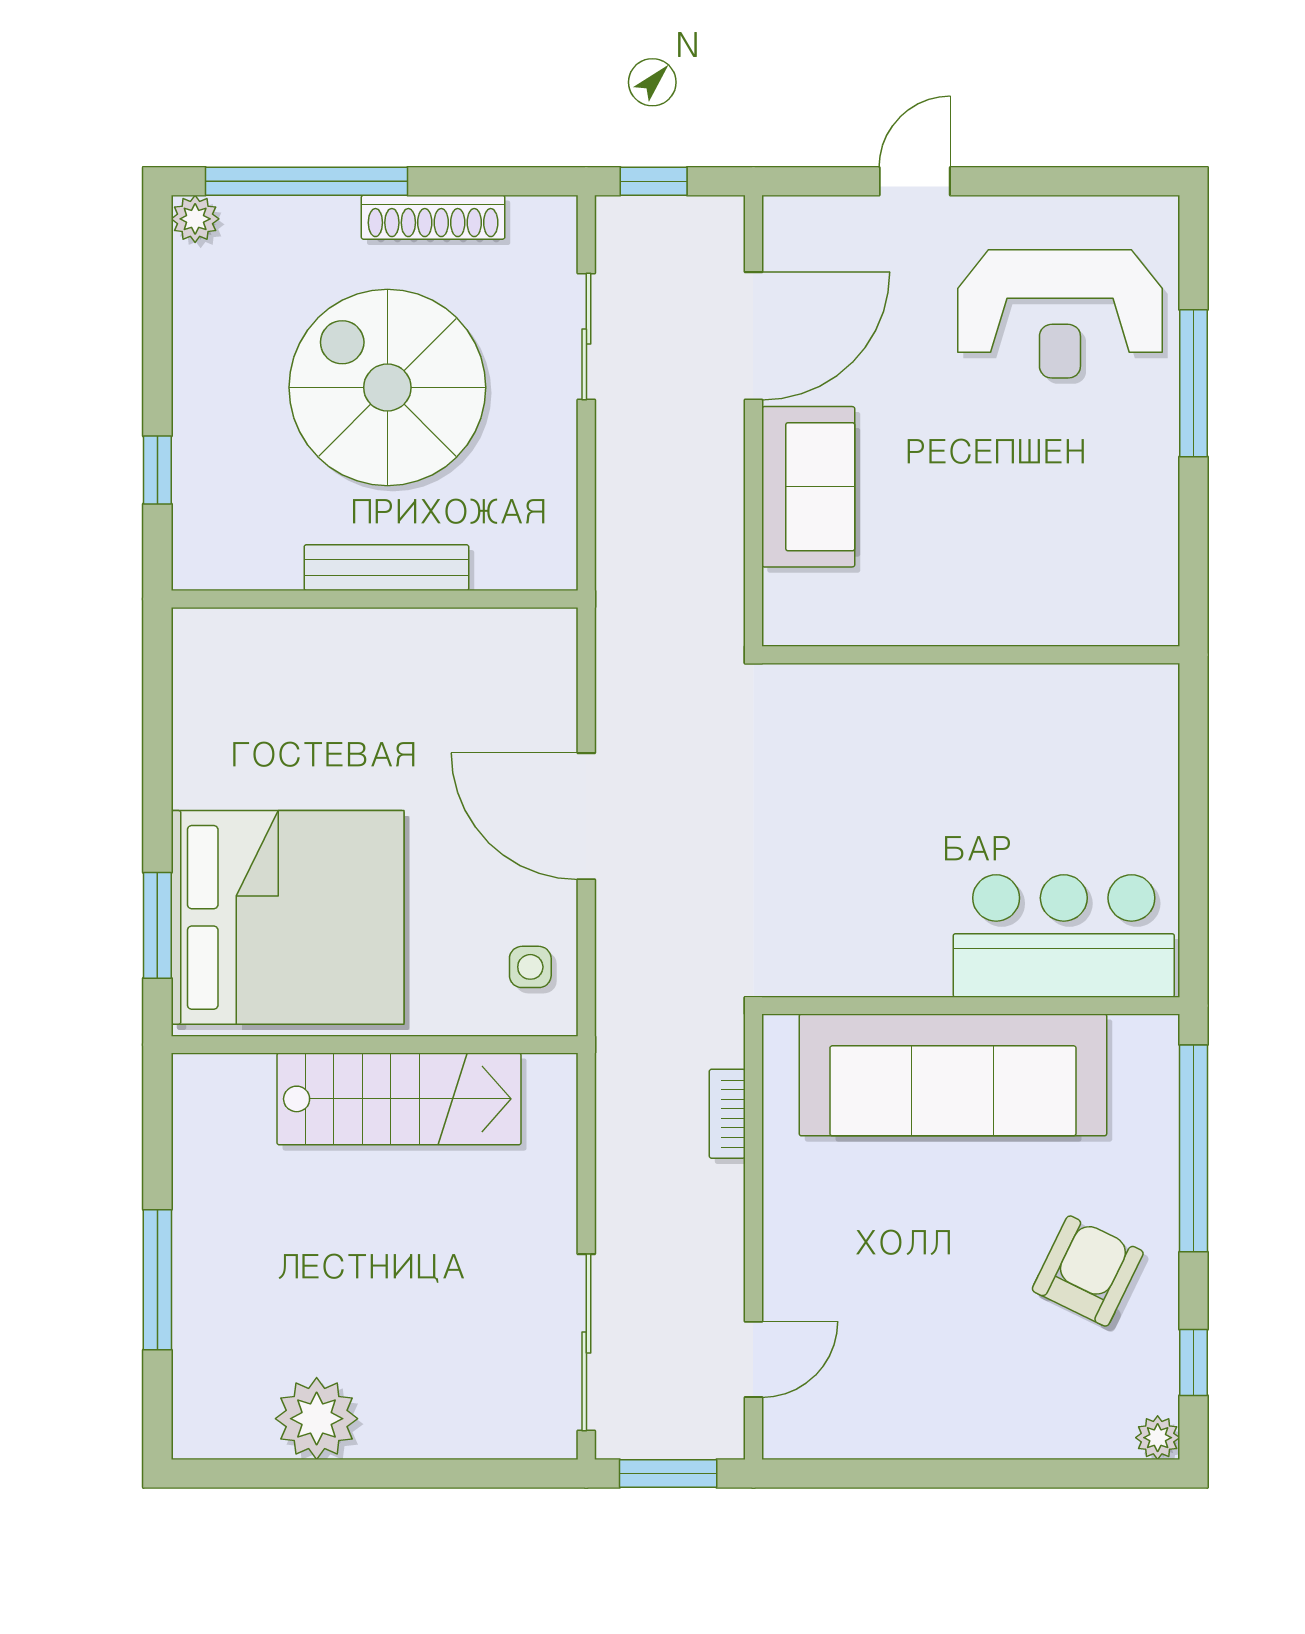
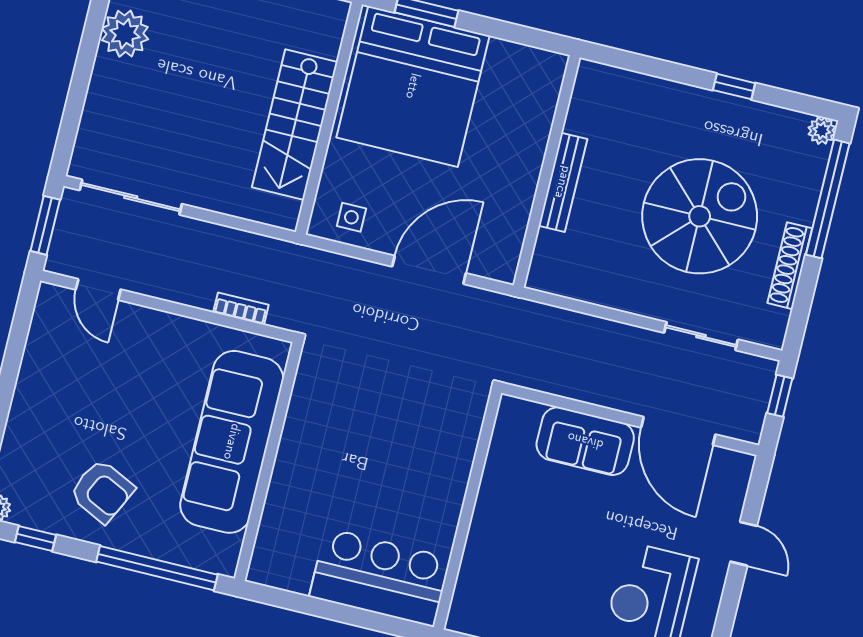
window: (157, 470) -> (734, 87), moved
bench: (386, 568) -> (563, 182), moved
wall: (375, 599) -> (547, 171), moved
bar counter: (1064, 936) -> (380, 577), moved, turned -90

